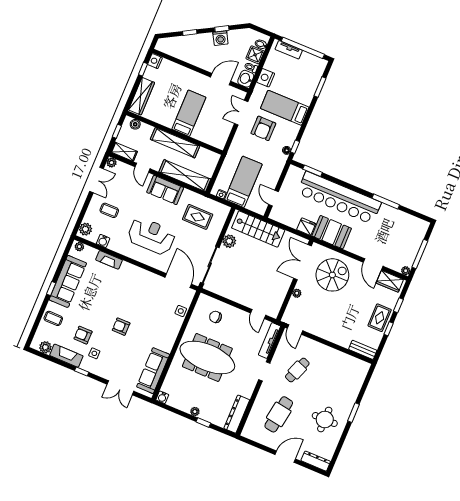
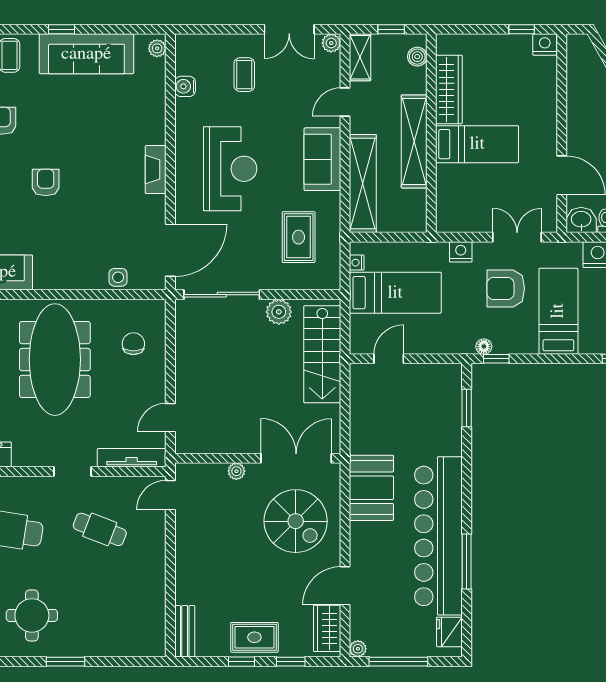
wardrobe: (142, 96) -> (449, 89), moved, turned -90
nightstand: (237, 142) -> (461, 252), added
bar counter: (339, 198) -> (438, 536), moved
fridge: (306, 227) -> (449, 632), moved, turned 180
plant: (85, 229) -> (193, 46), removed
fireplace: (109, 260) -> (156, 170), moved

